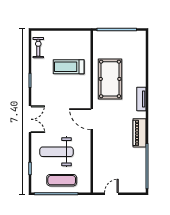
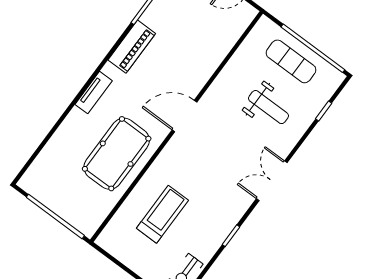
treadmill: (69, 67) -> (162, 214), turned -90
door: (92, 119) -> (184, 116), swing flipped
weight bench: (56, 152) -> (268, 107), width x0.73, depth x0.75

